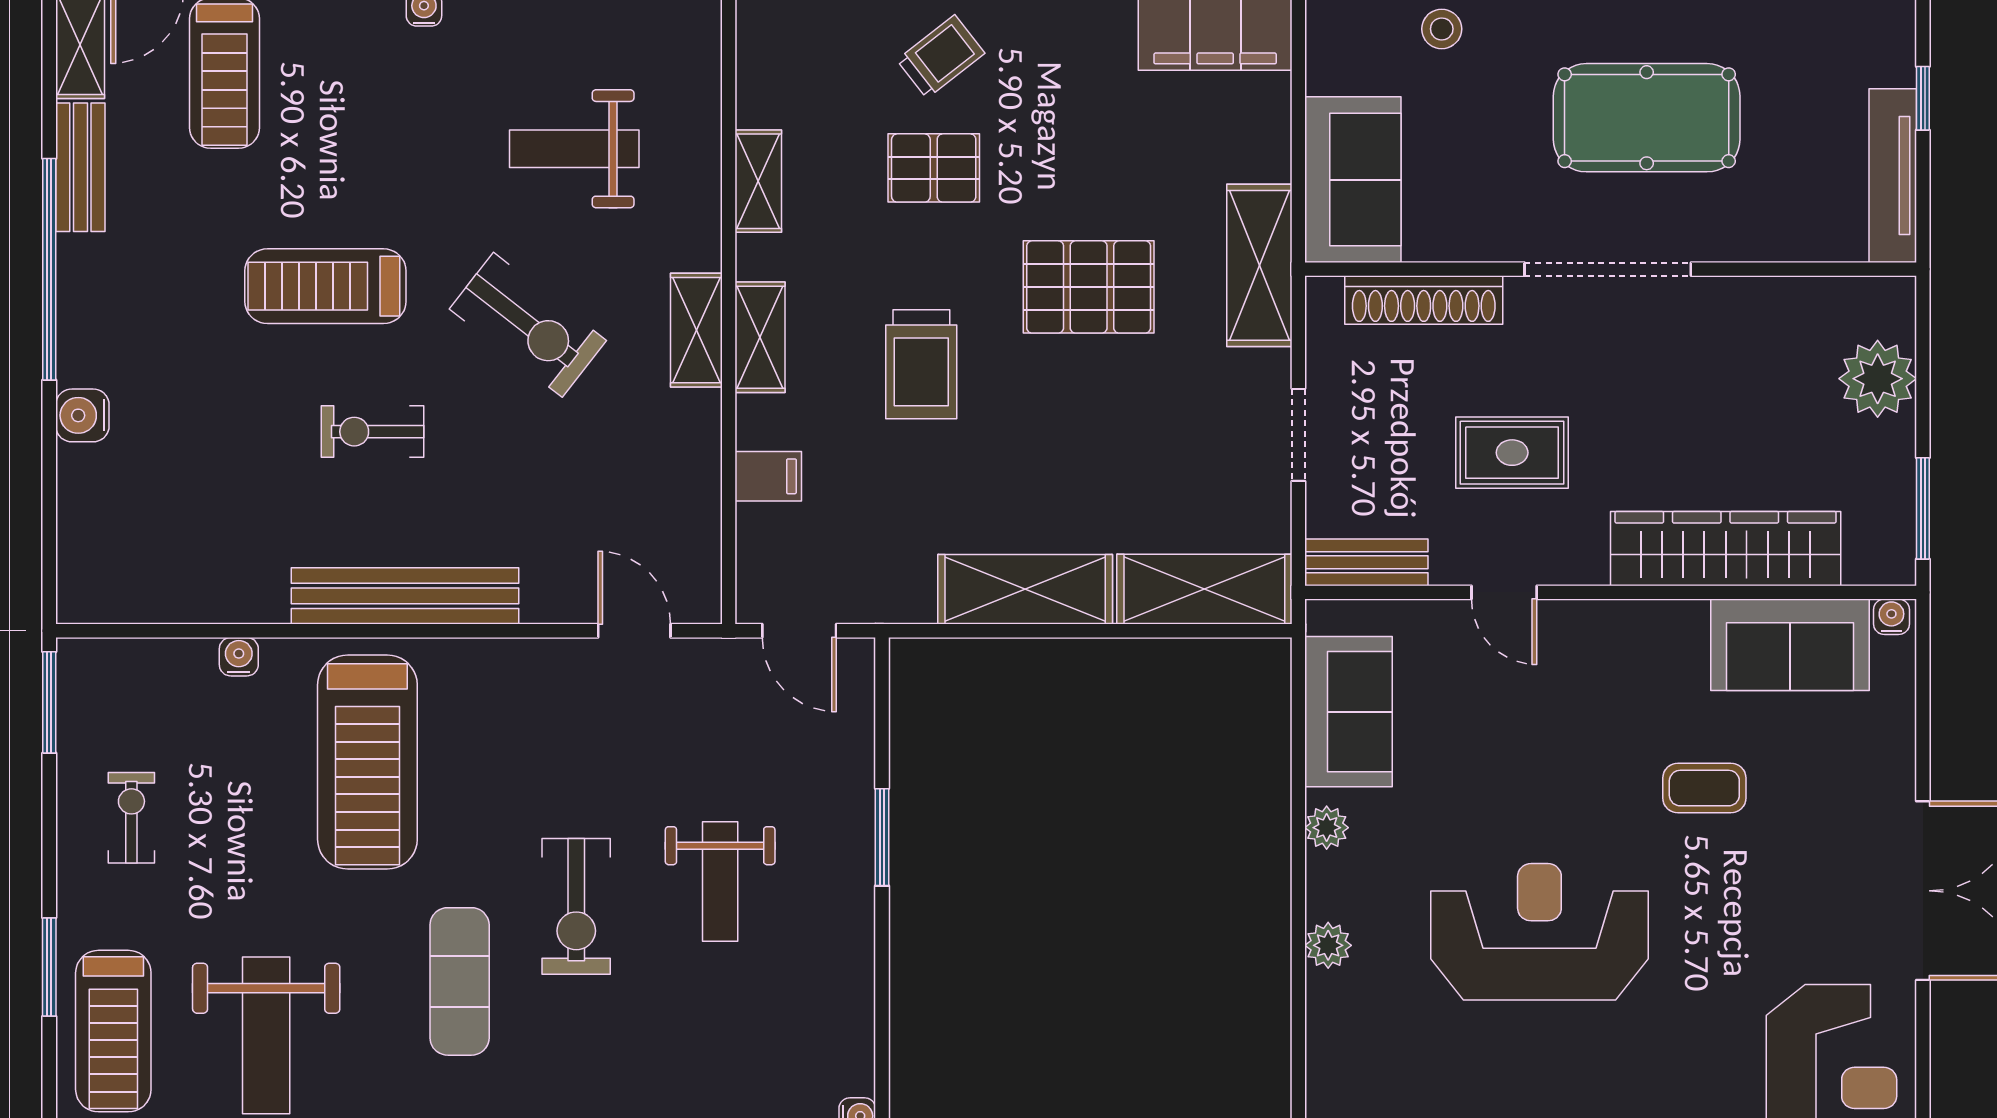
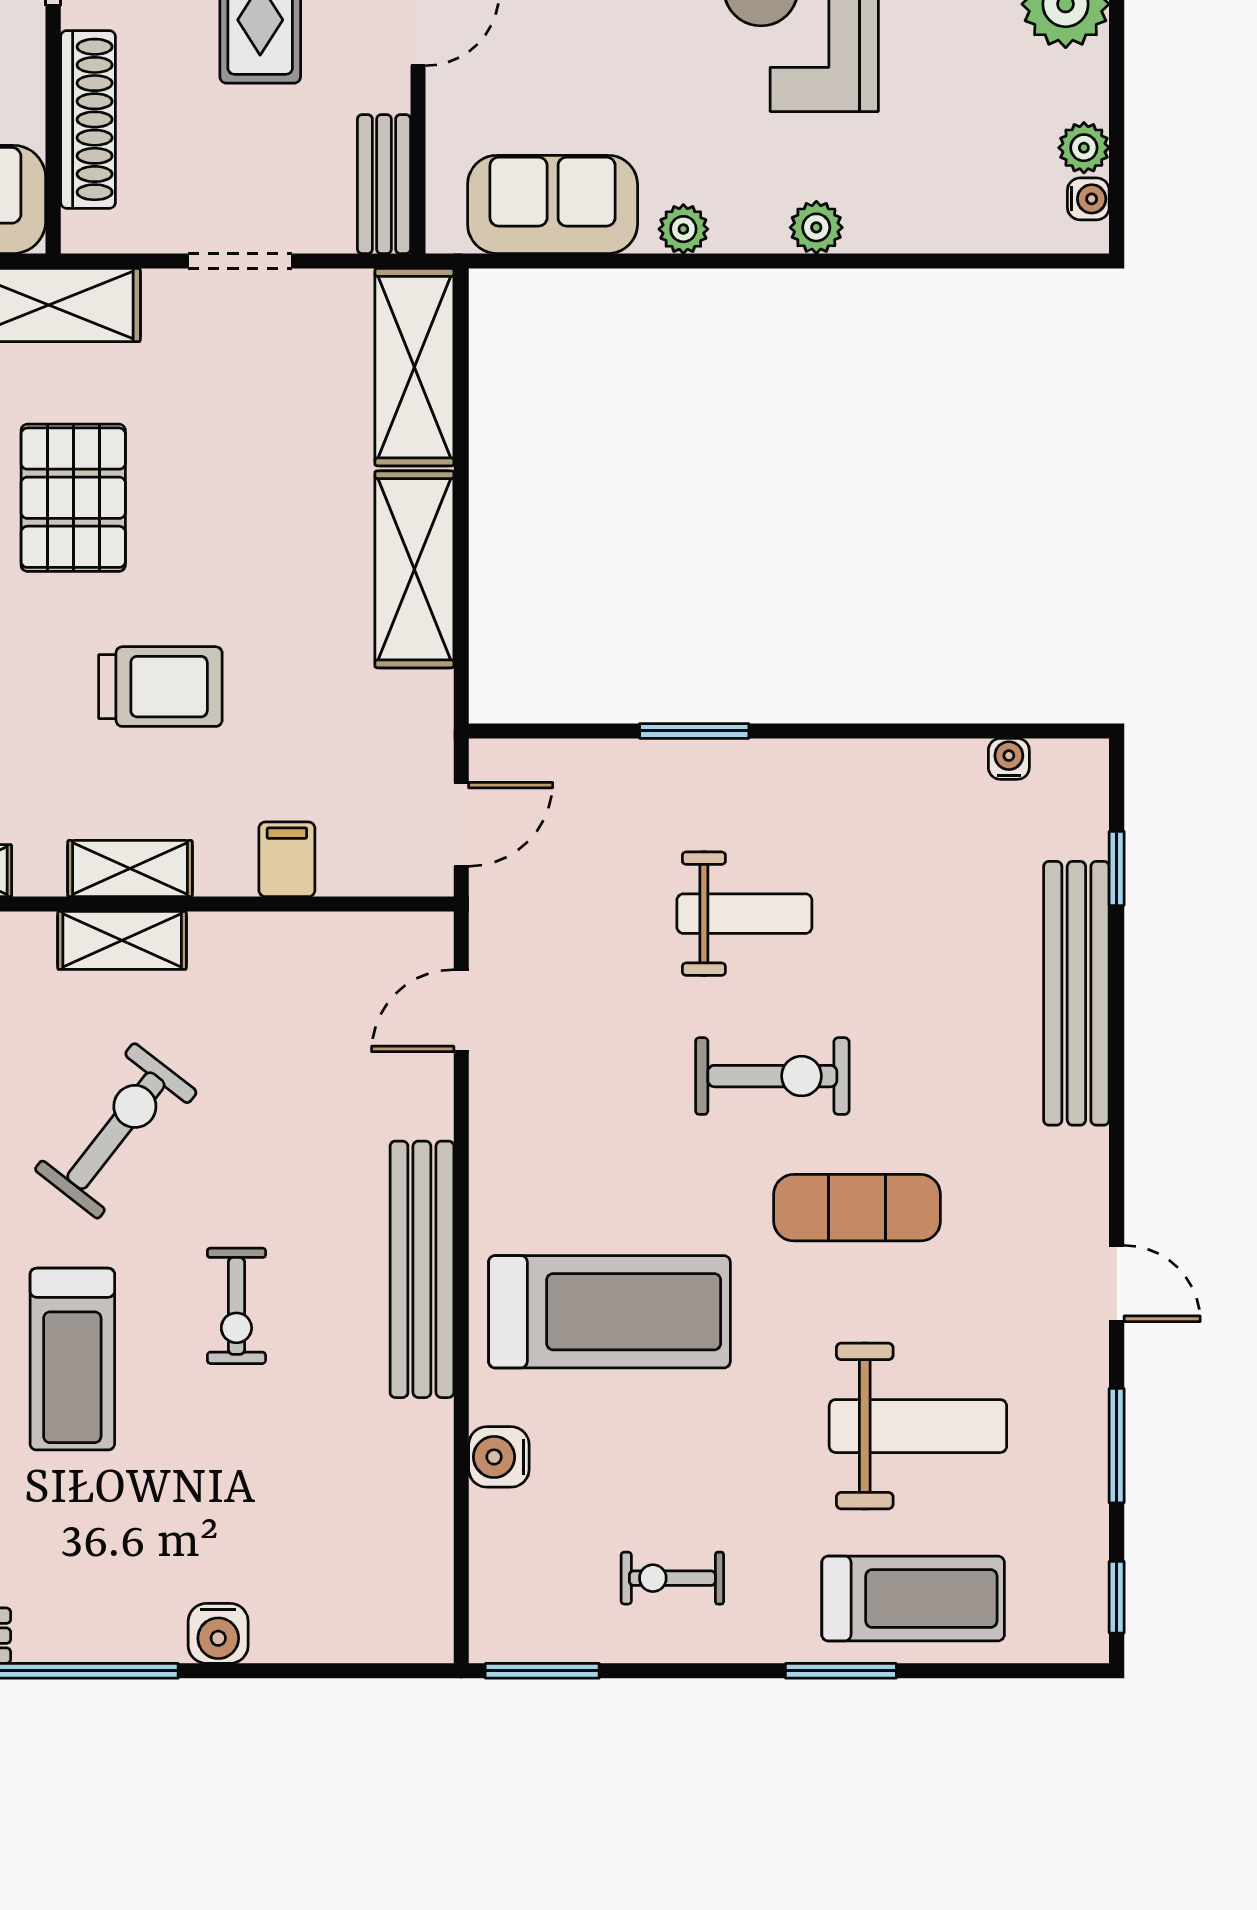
water cooler: (239, 657) -> (499, 1457), width x1.38, depth x1.38

